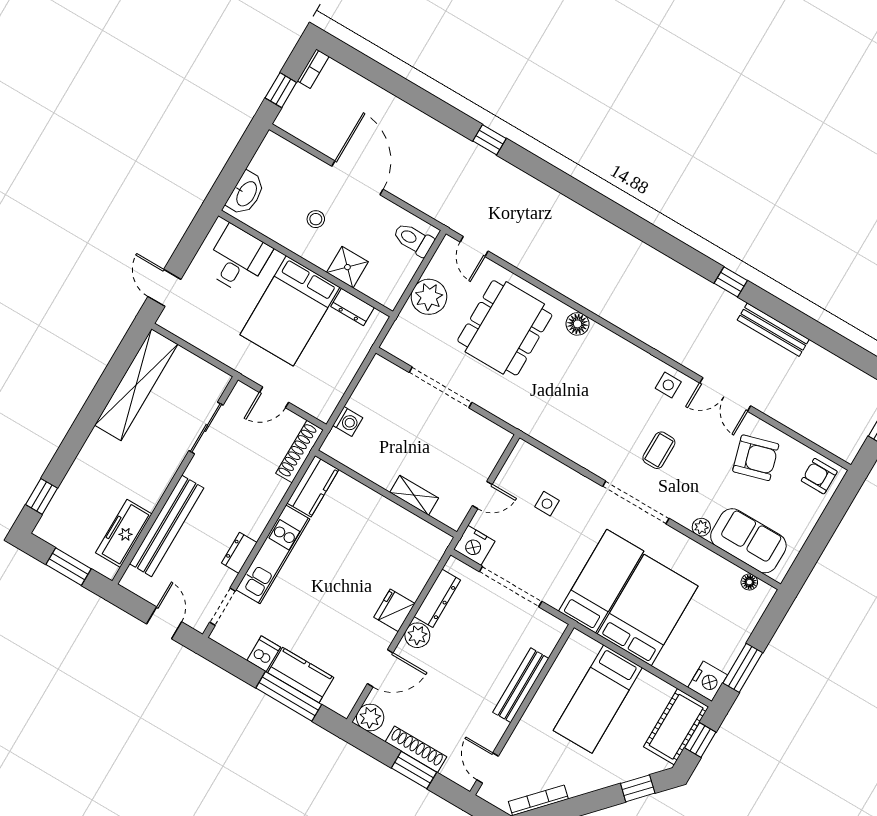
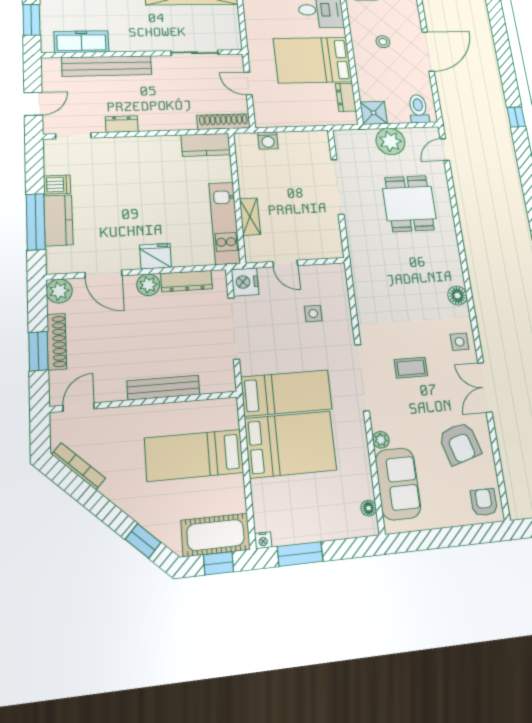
shower: (347, 267) -> (374, 113), moved
floor lamp: (578, 324) -> (457, 296), moved
dining table: (505, 328) -> (409, 204), width x0.73
kitchen unit: (273, 554) -> (224, 223), moved, turned 90
nightstand: (708, 681) -> (263, 540), width x0.53, depth x0.56

